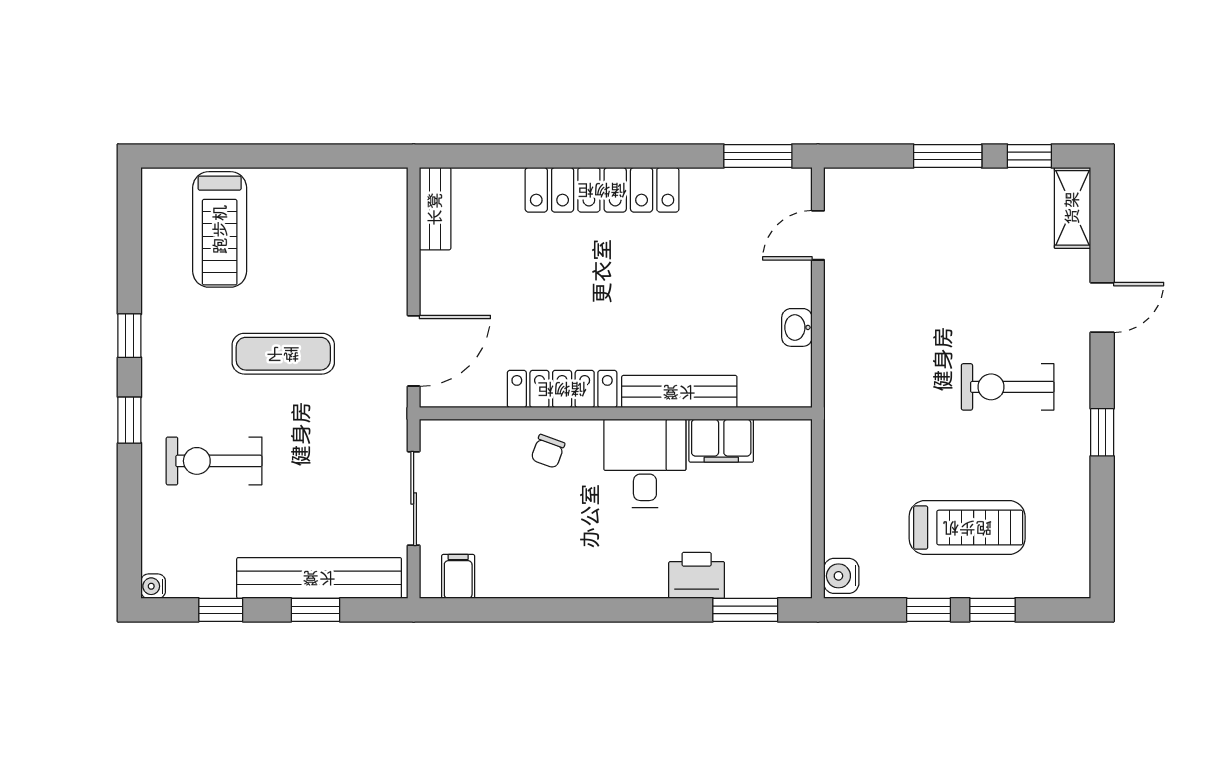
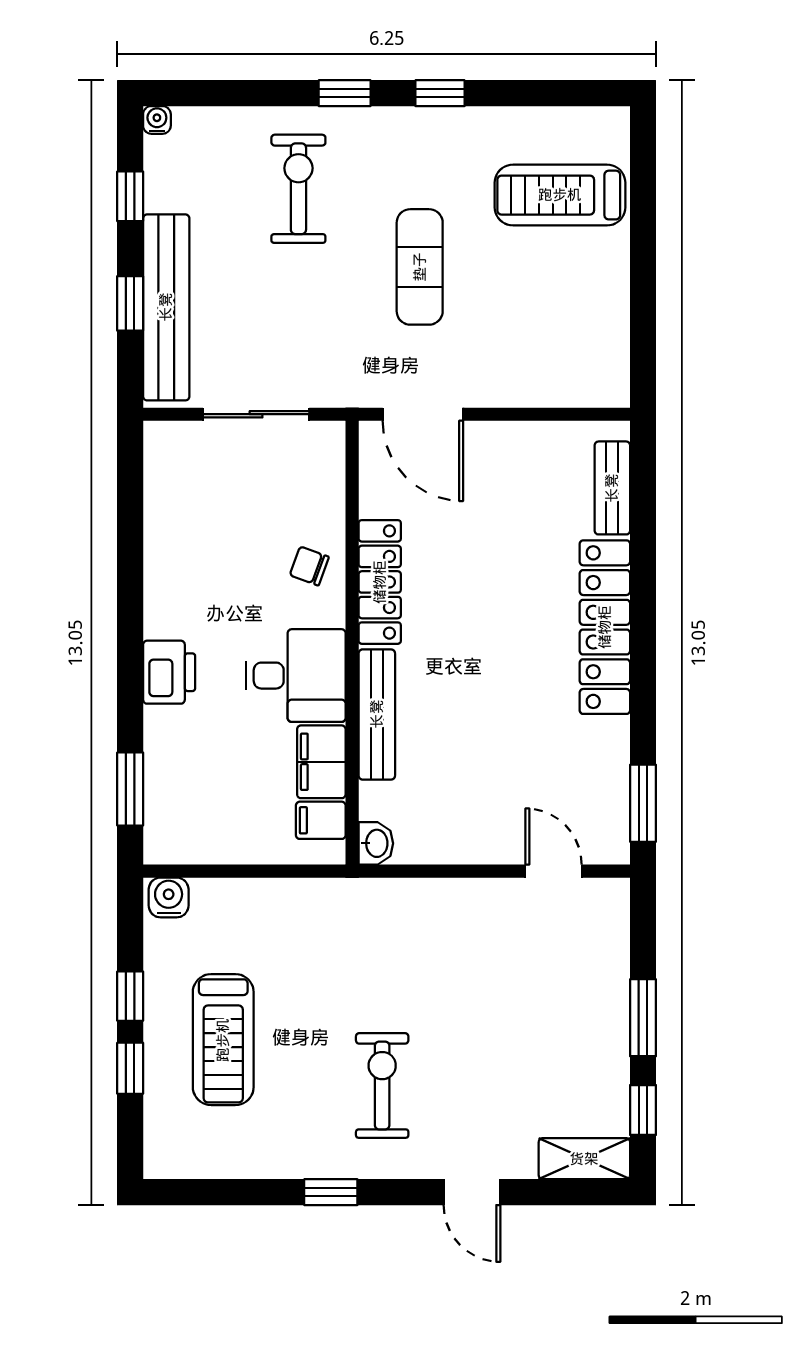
bench: (435, 209) -> (612, 488), moved, turned 90
washbasin: (797, 327) -> (376, 843), moved, turned 90
printer: (697, 575) -> (169, 672), moved
filing cabinet: (458, 576) -> (321, 820), moved, turned 180

